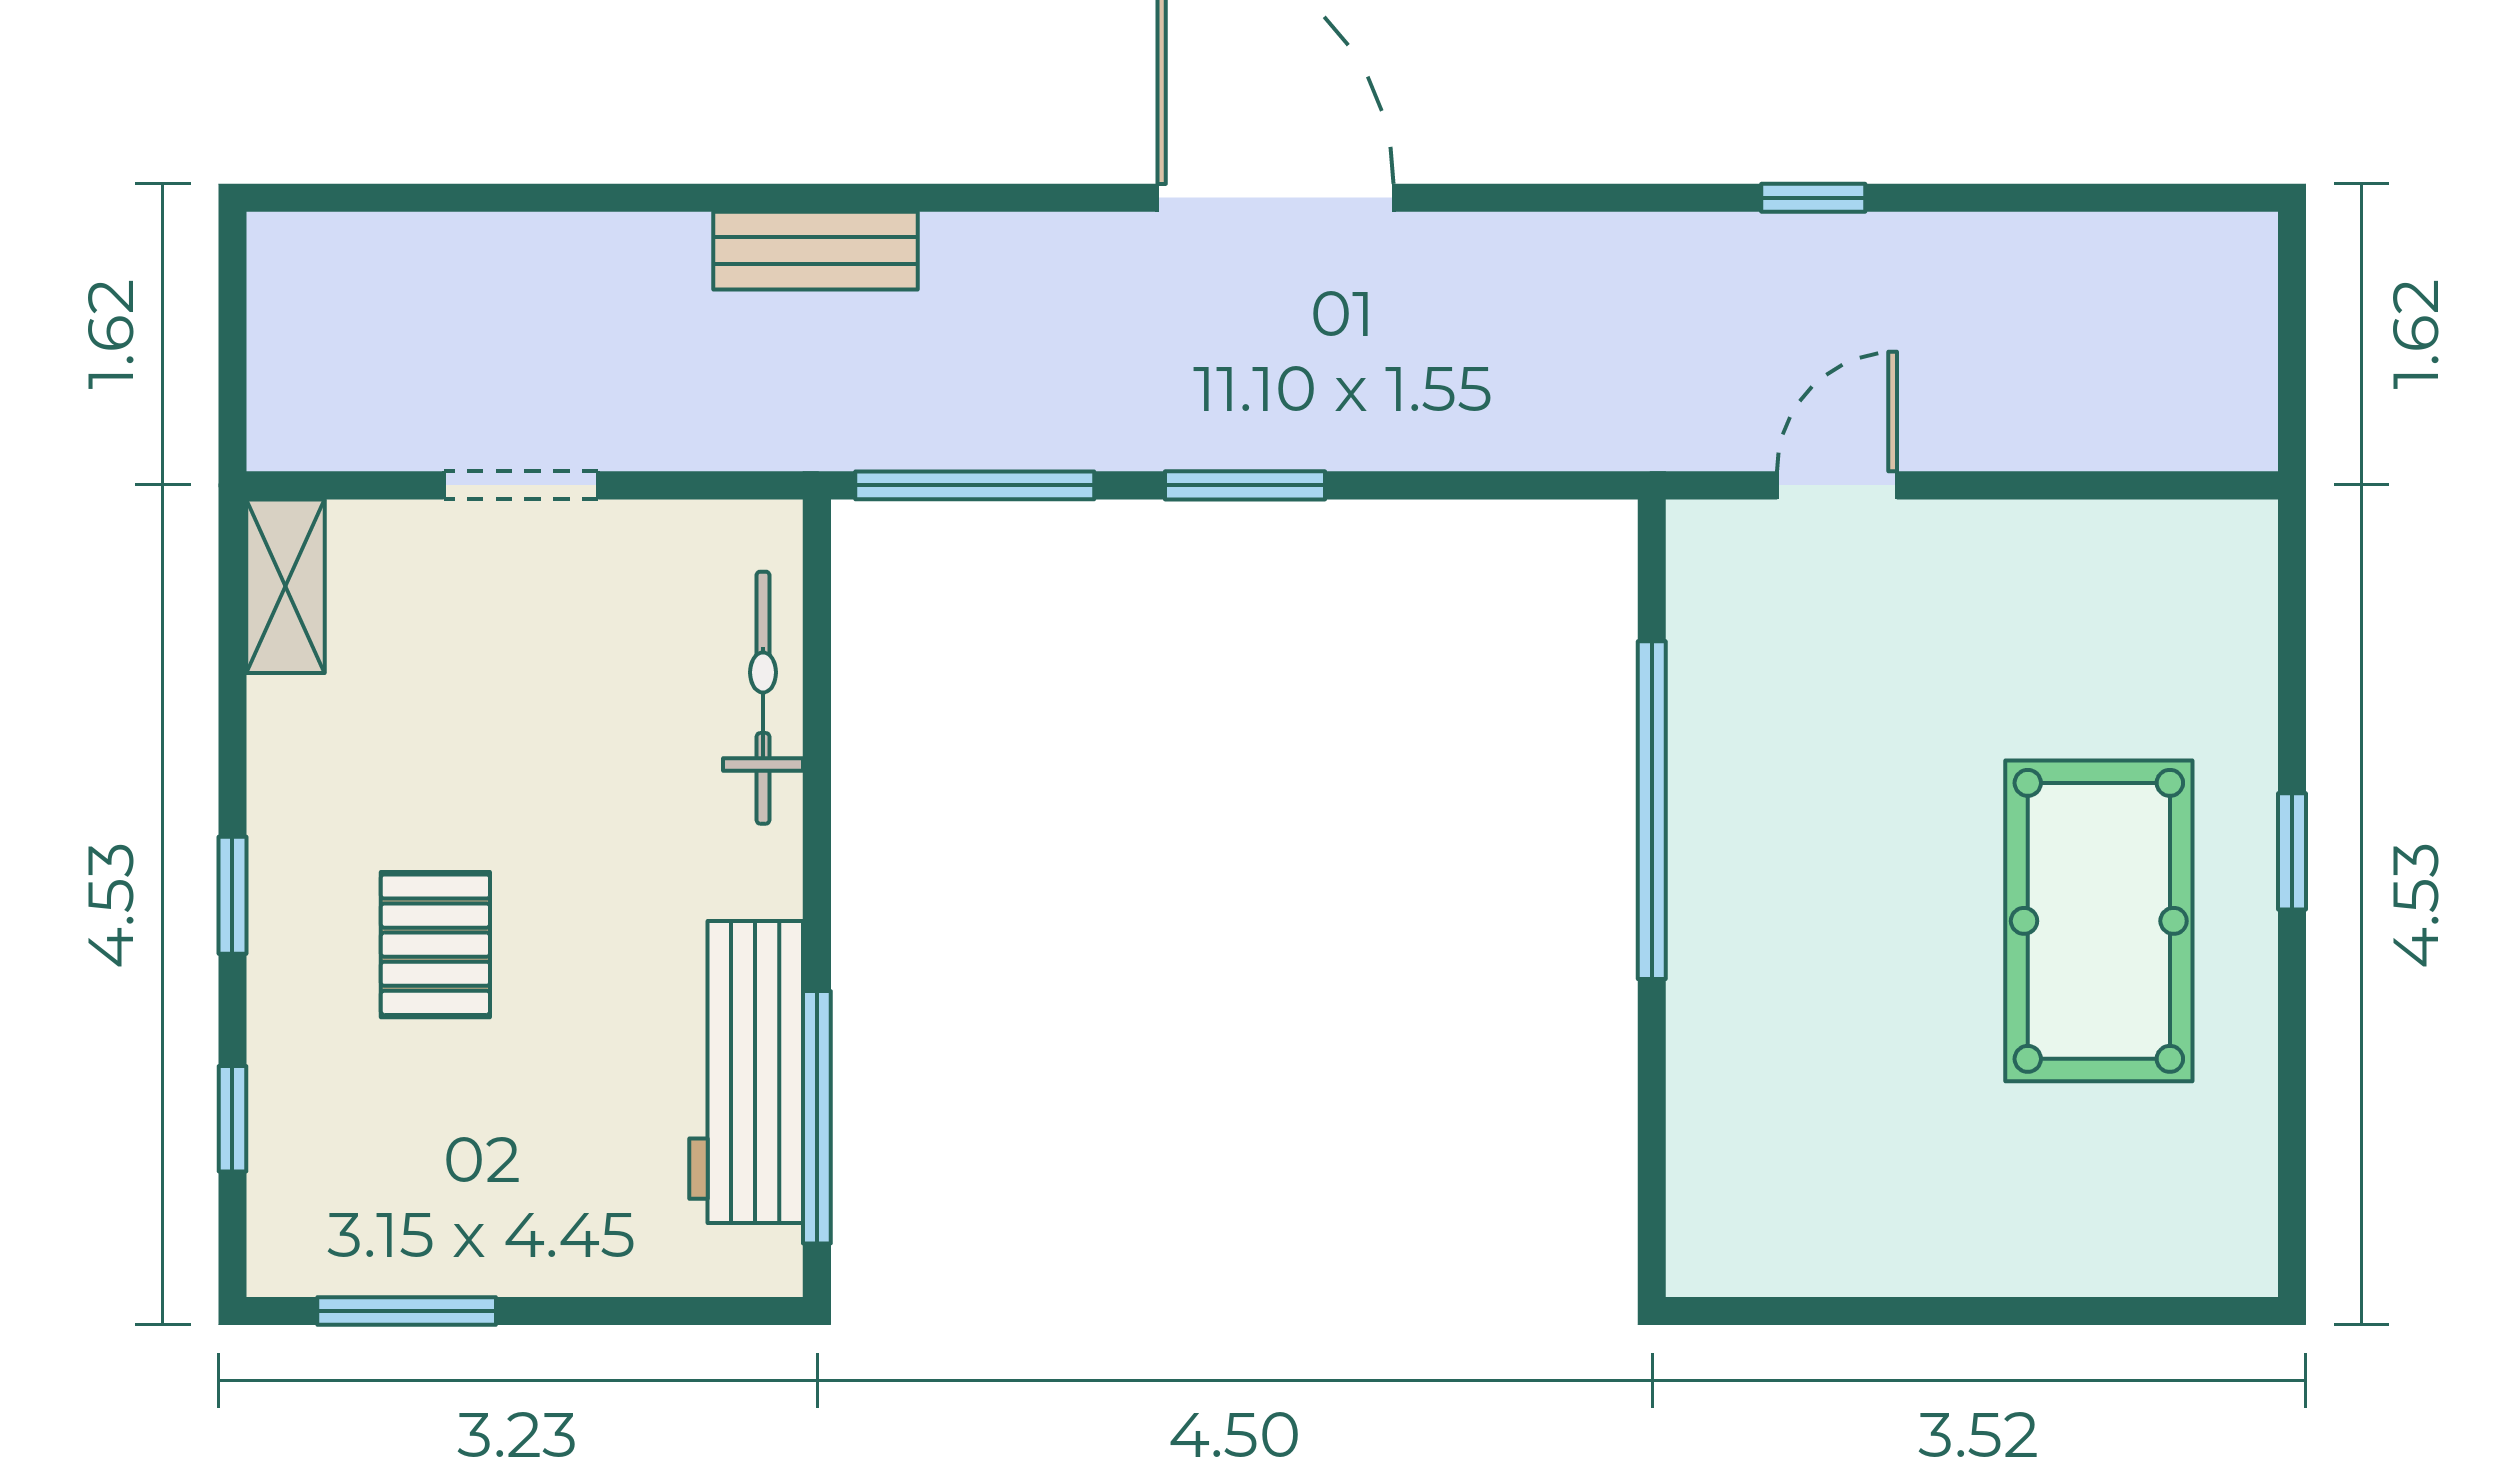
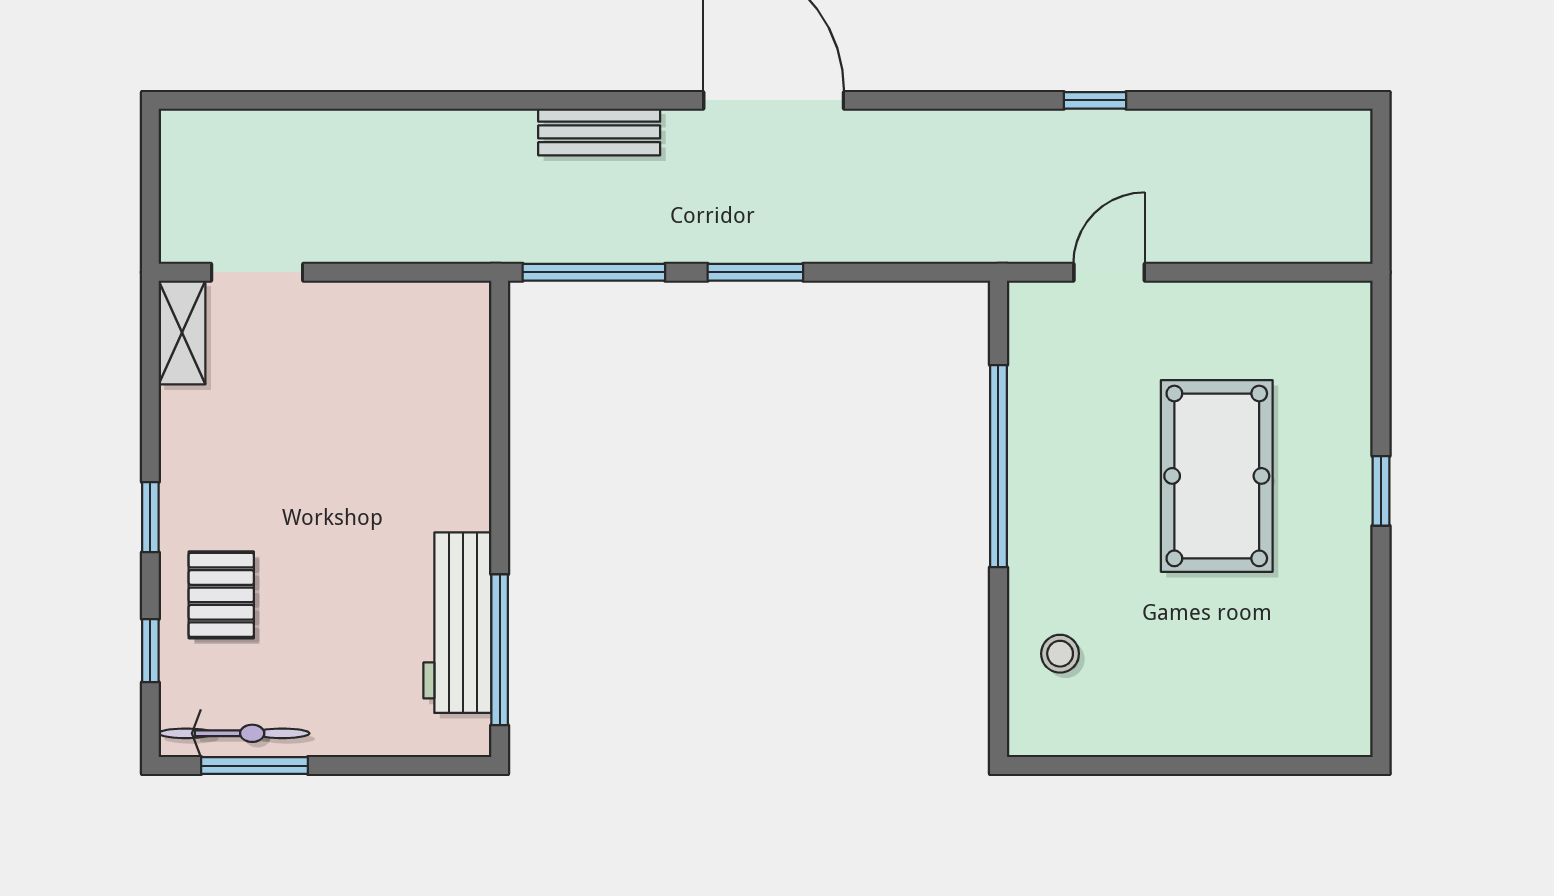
bench: (815, 251) -> (599, 132), moved
doorway: (521, 485) -> (257, 272), moved
bicycle: (763, 698) -> (234, 733), moved, turned 90
pool table: (2099, 921) -> (1217, 476), moved
pallet: (435, 945) -> (221, 595), moved
stool: (1755, 1124) -> (1060, 654), added

